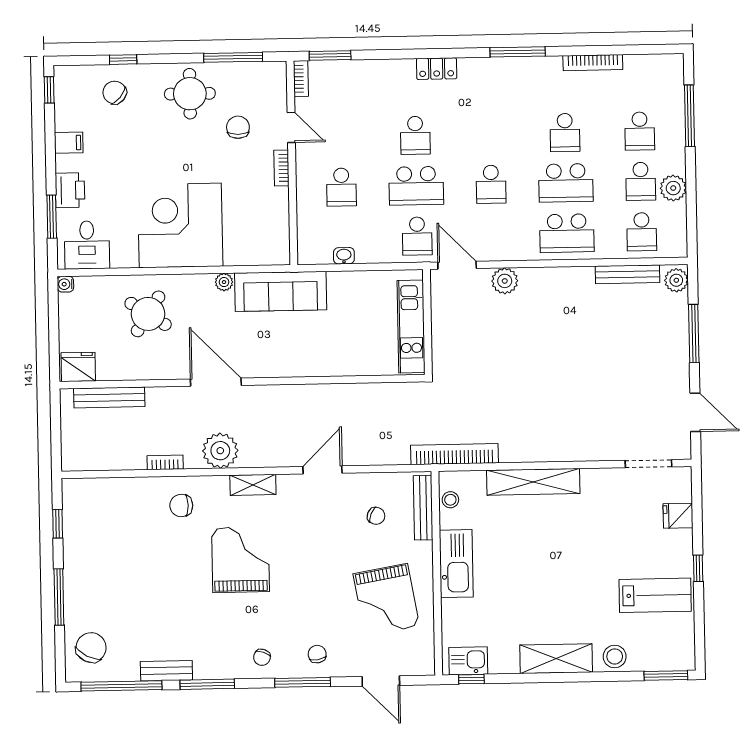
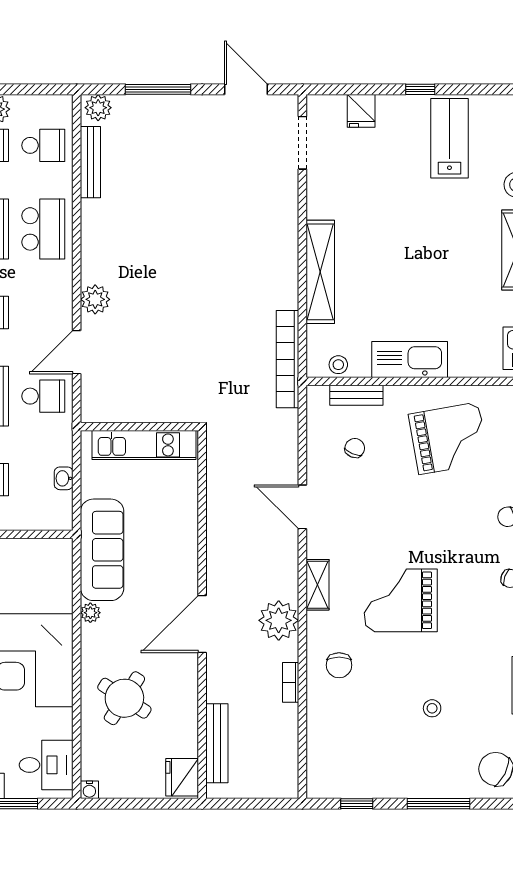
wall: (427, 322) -> (139, 427), moved
kitchen unit: (411, 326) -> (144, 445), moved
door: (695, 412) -> (246, 89), hinge flipped
bench: (423, 508) -> (356, 395), width x0.73
stool: (144, 590) -> (432, 708), added

